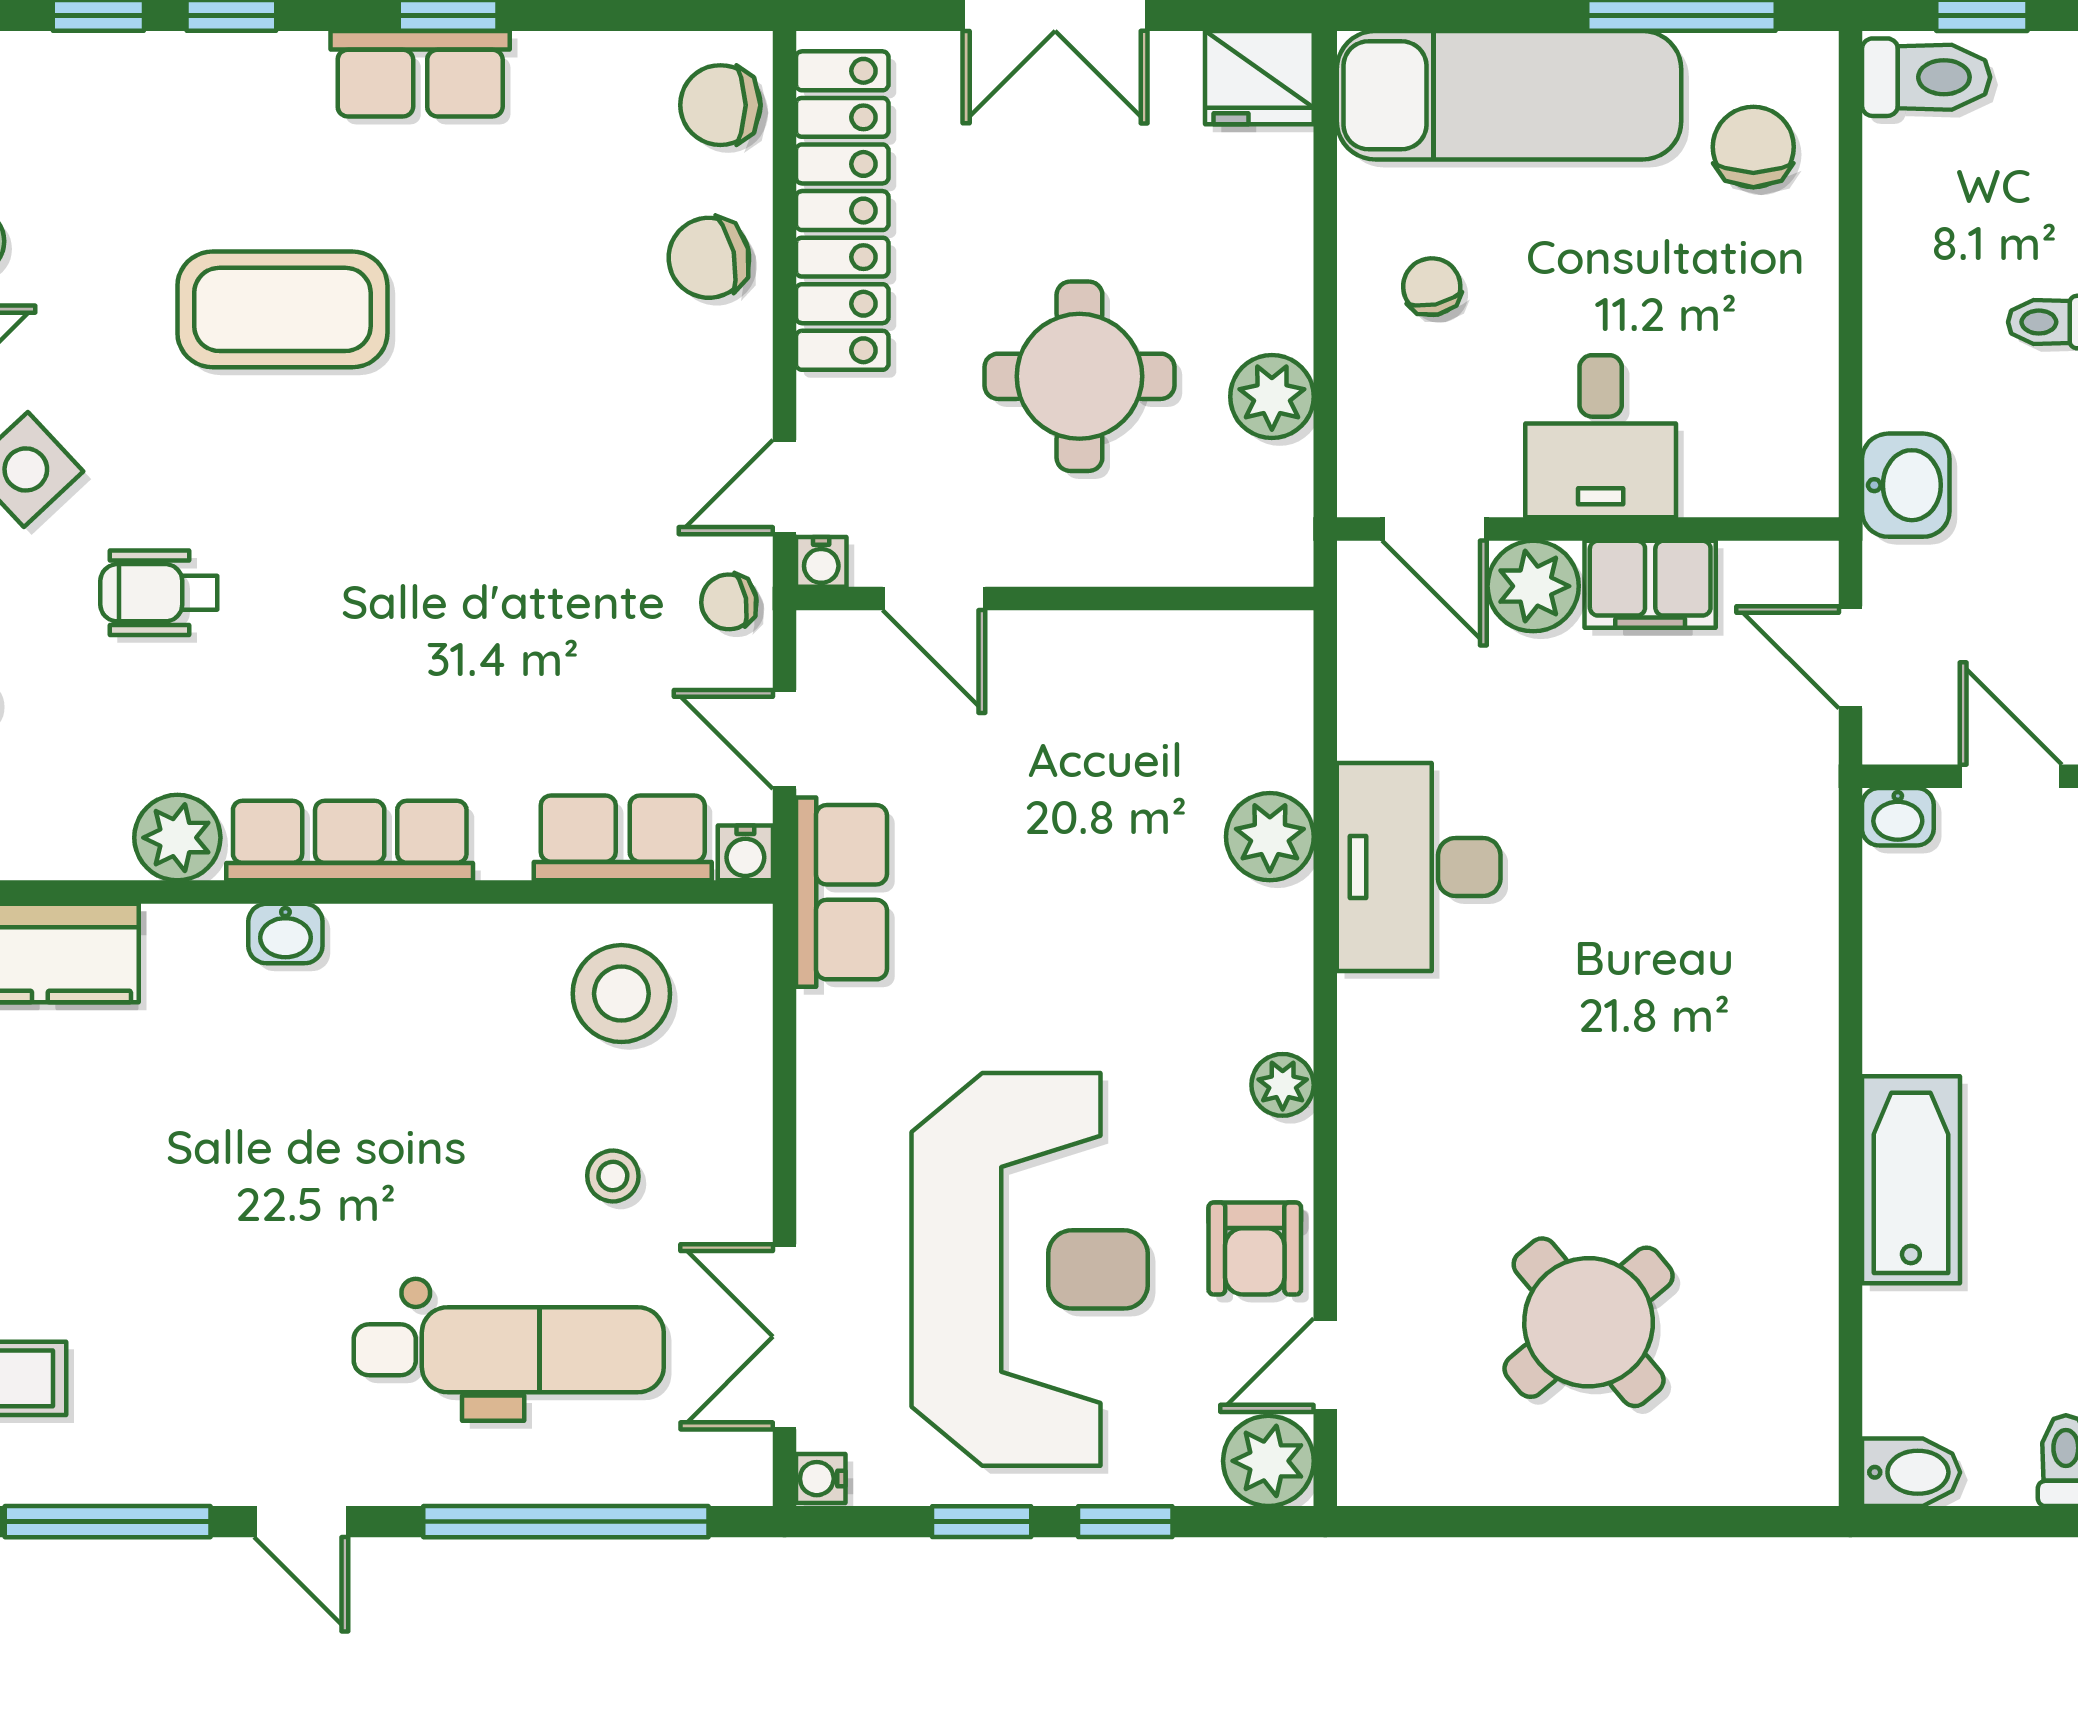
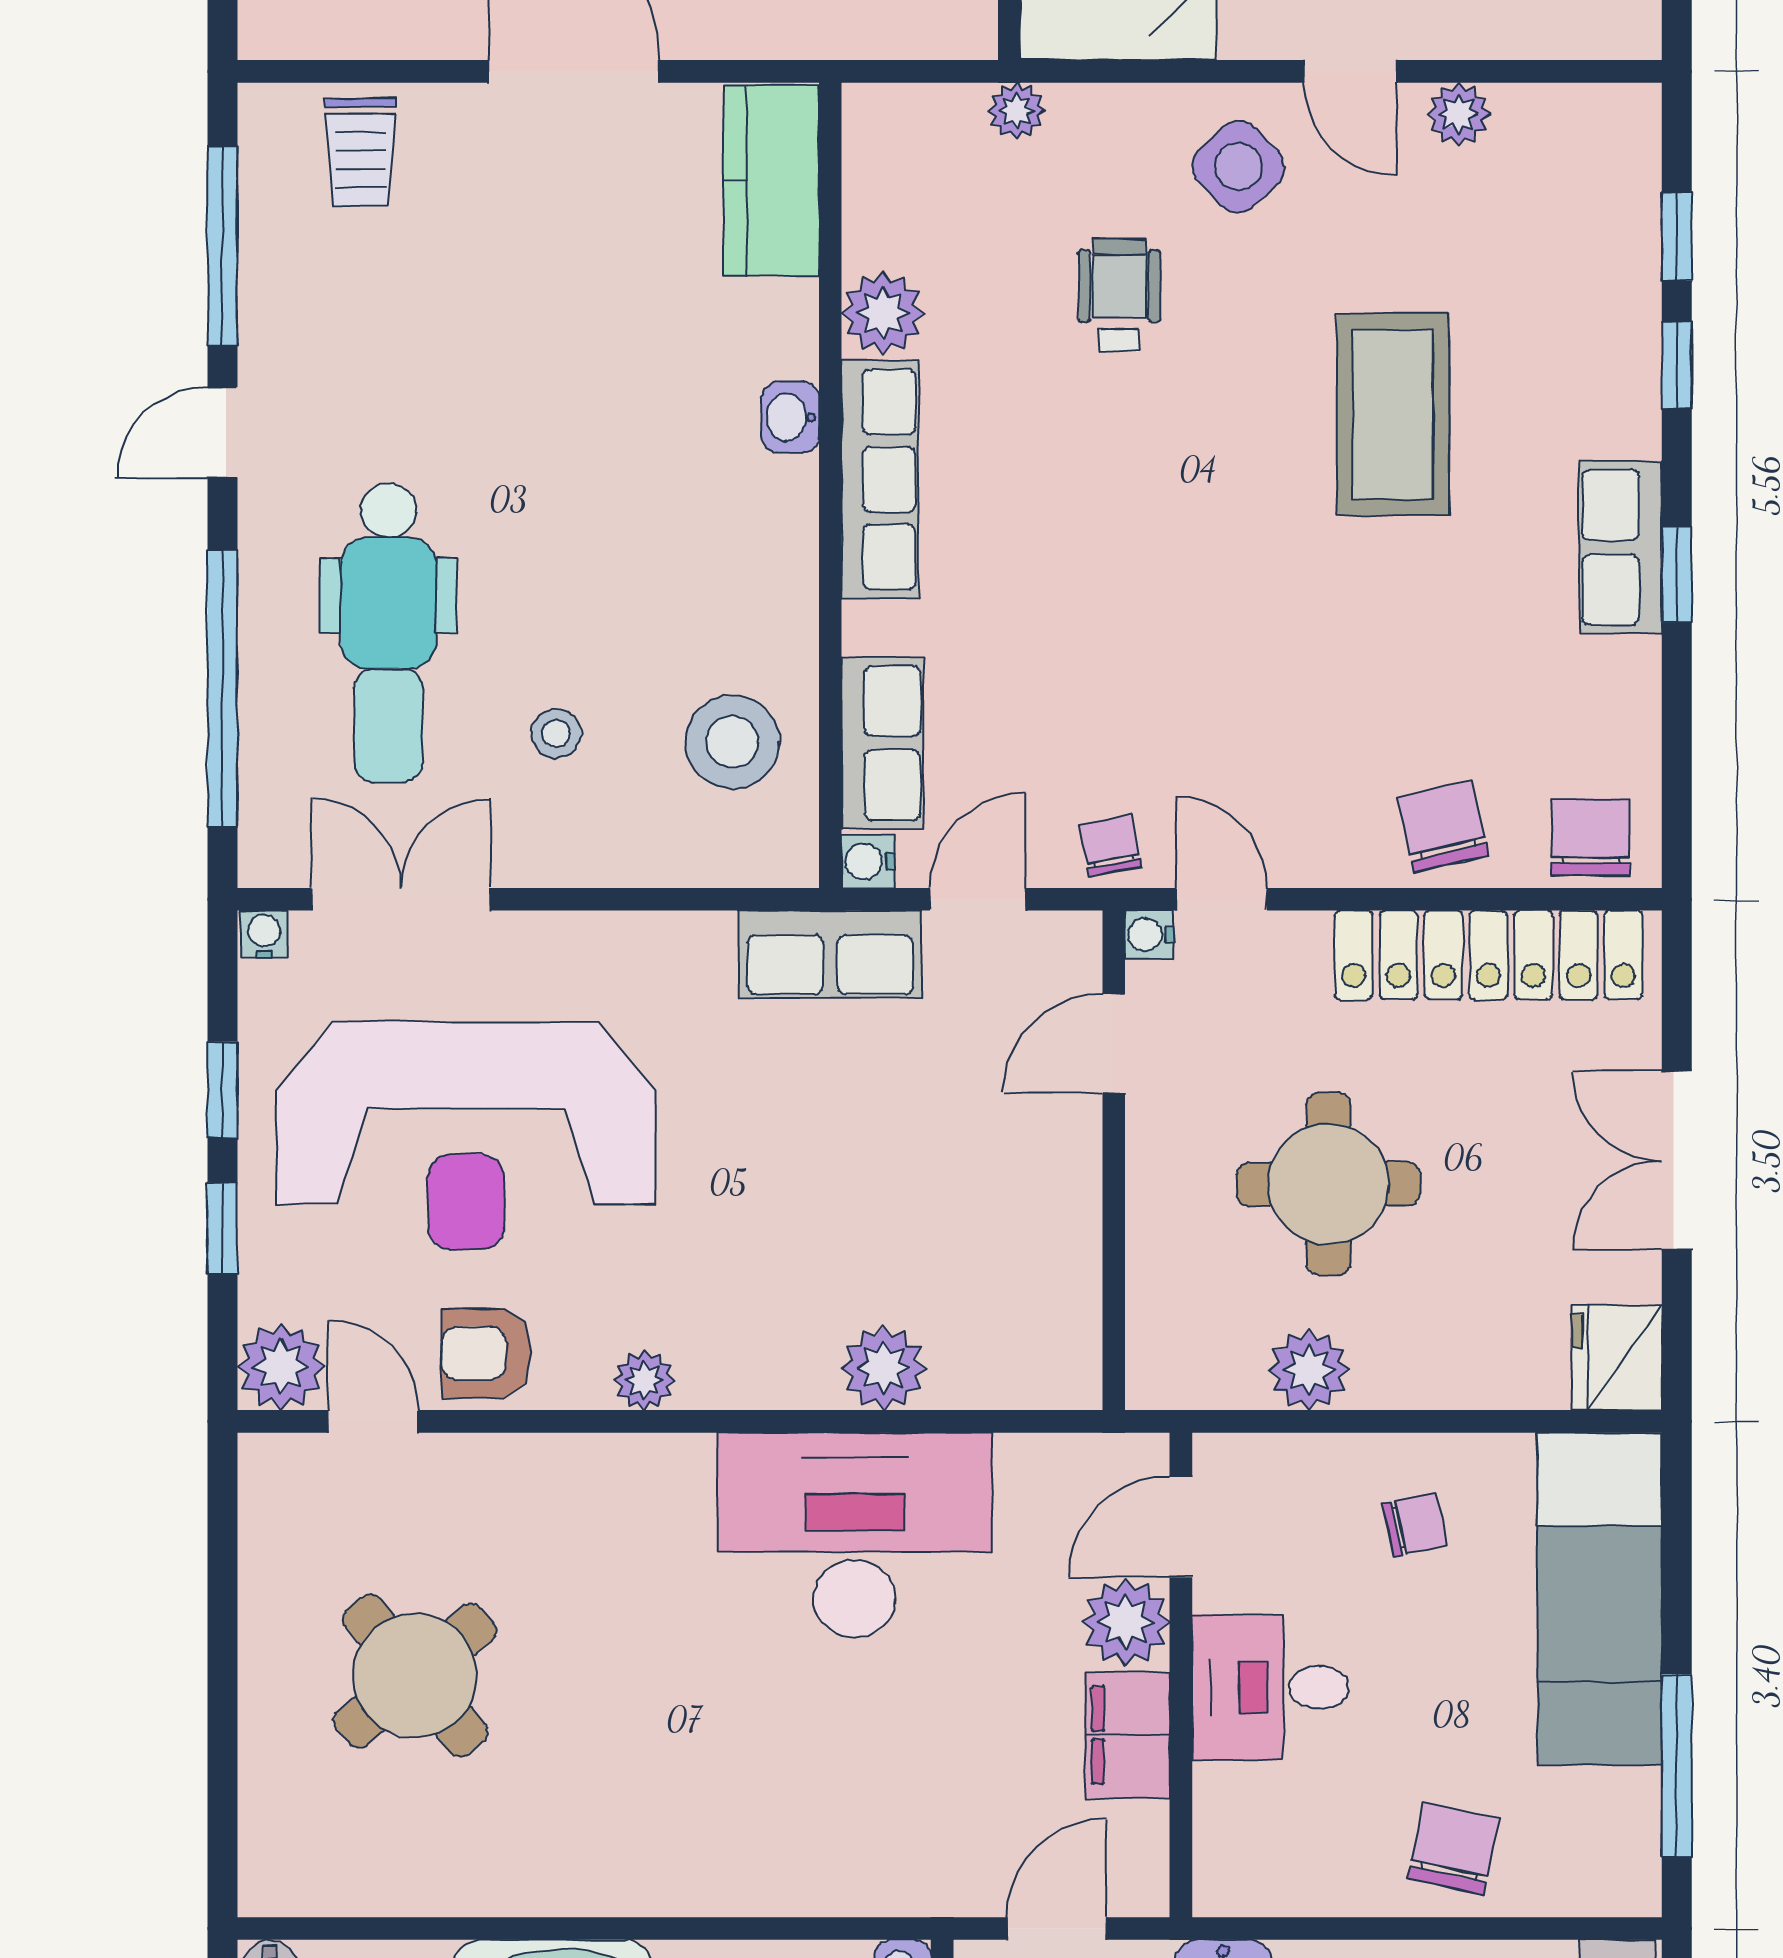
chair: (1753, 147) -> (1454, 1848), moved, turned -78
desk: (1419, 867) -> (855, 1535), width x1.36, depth x1.30

